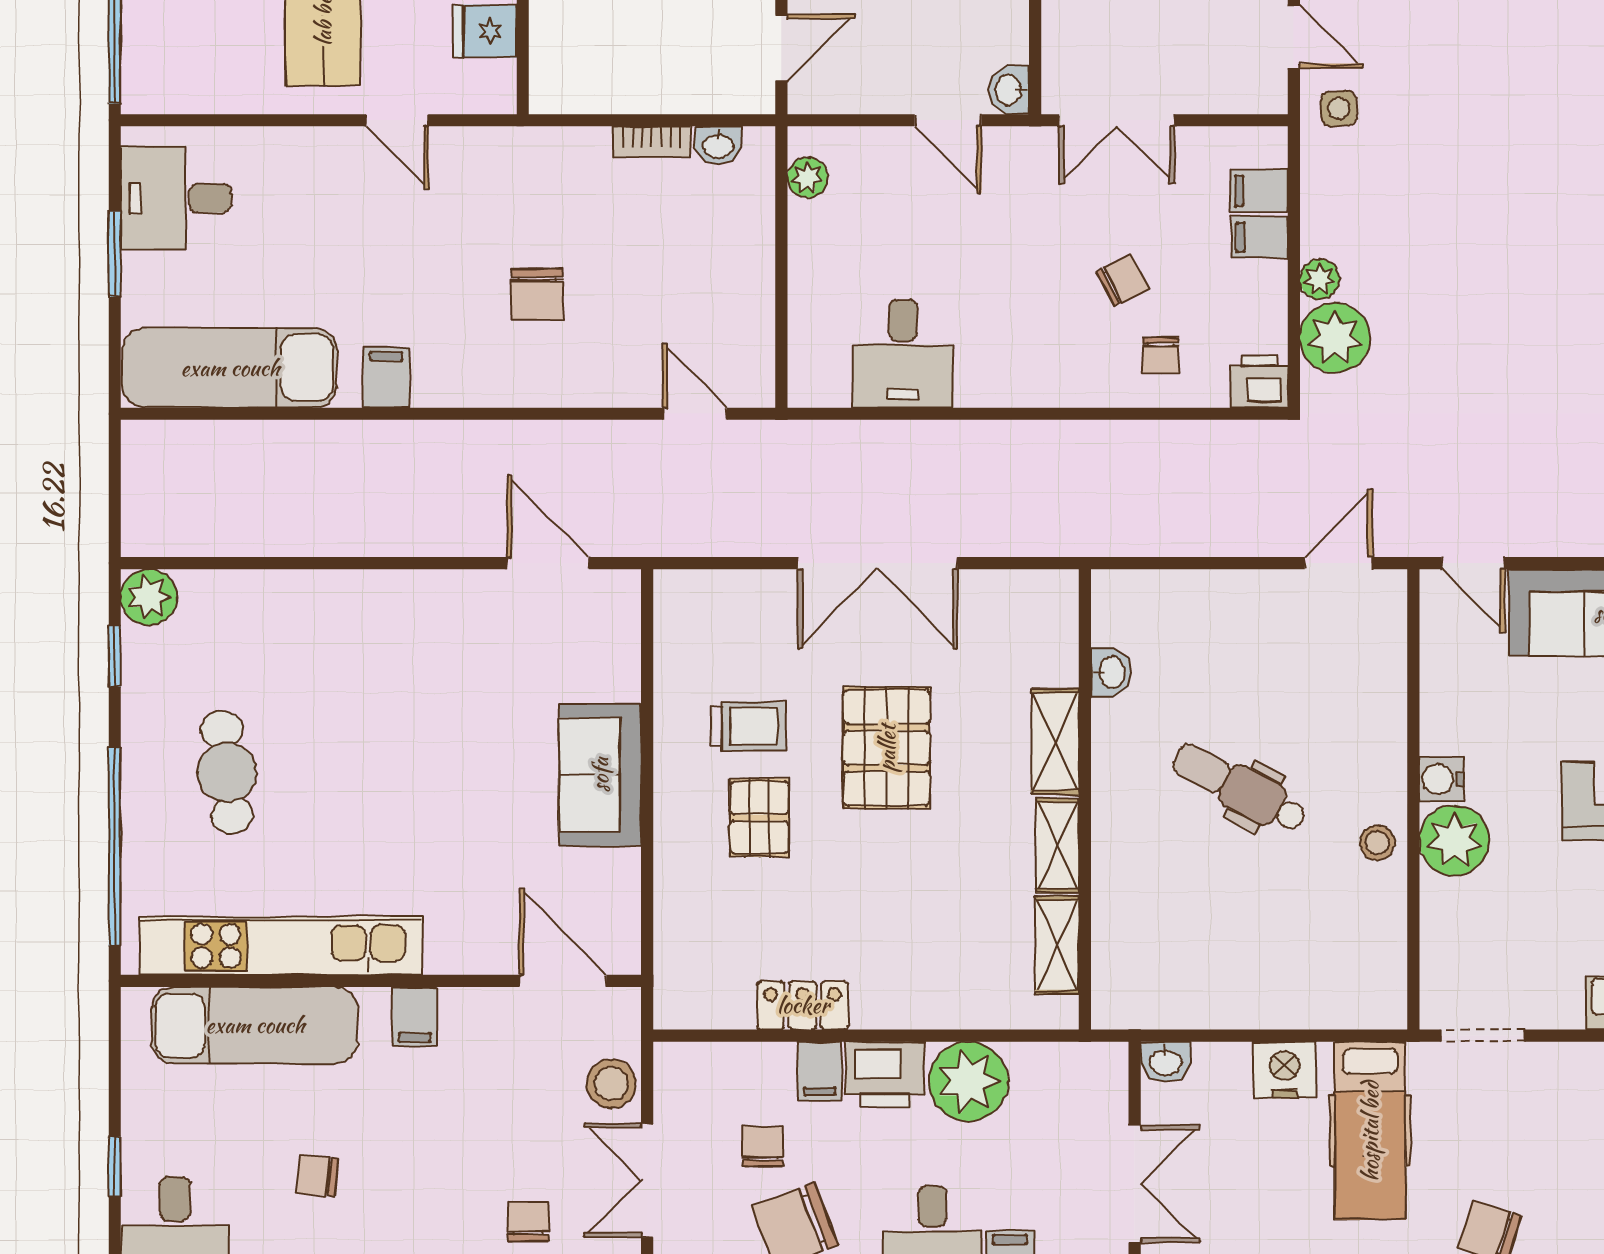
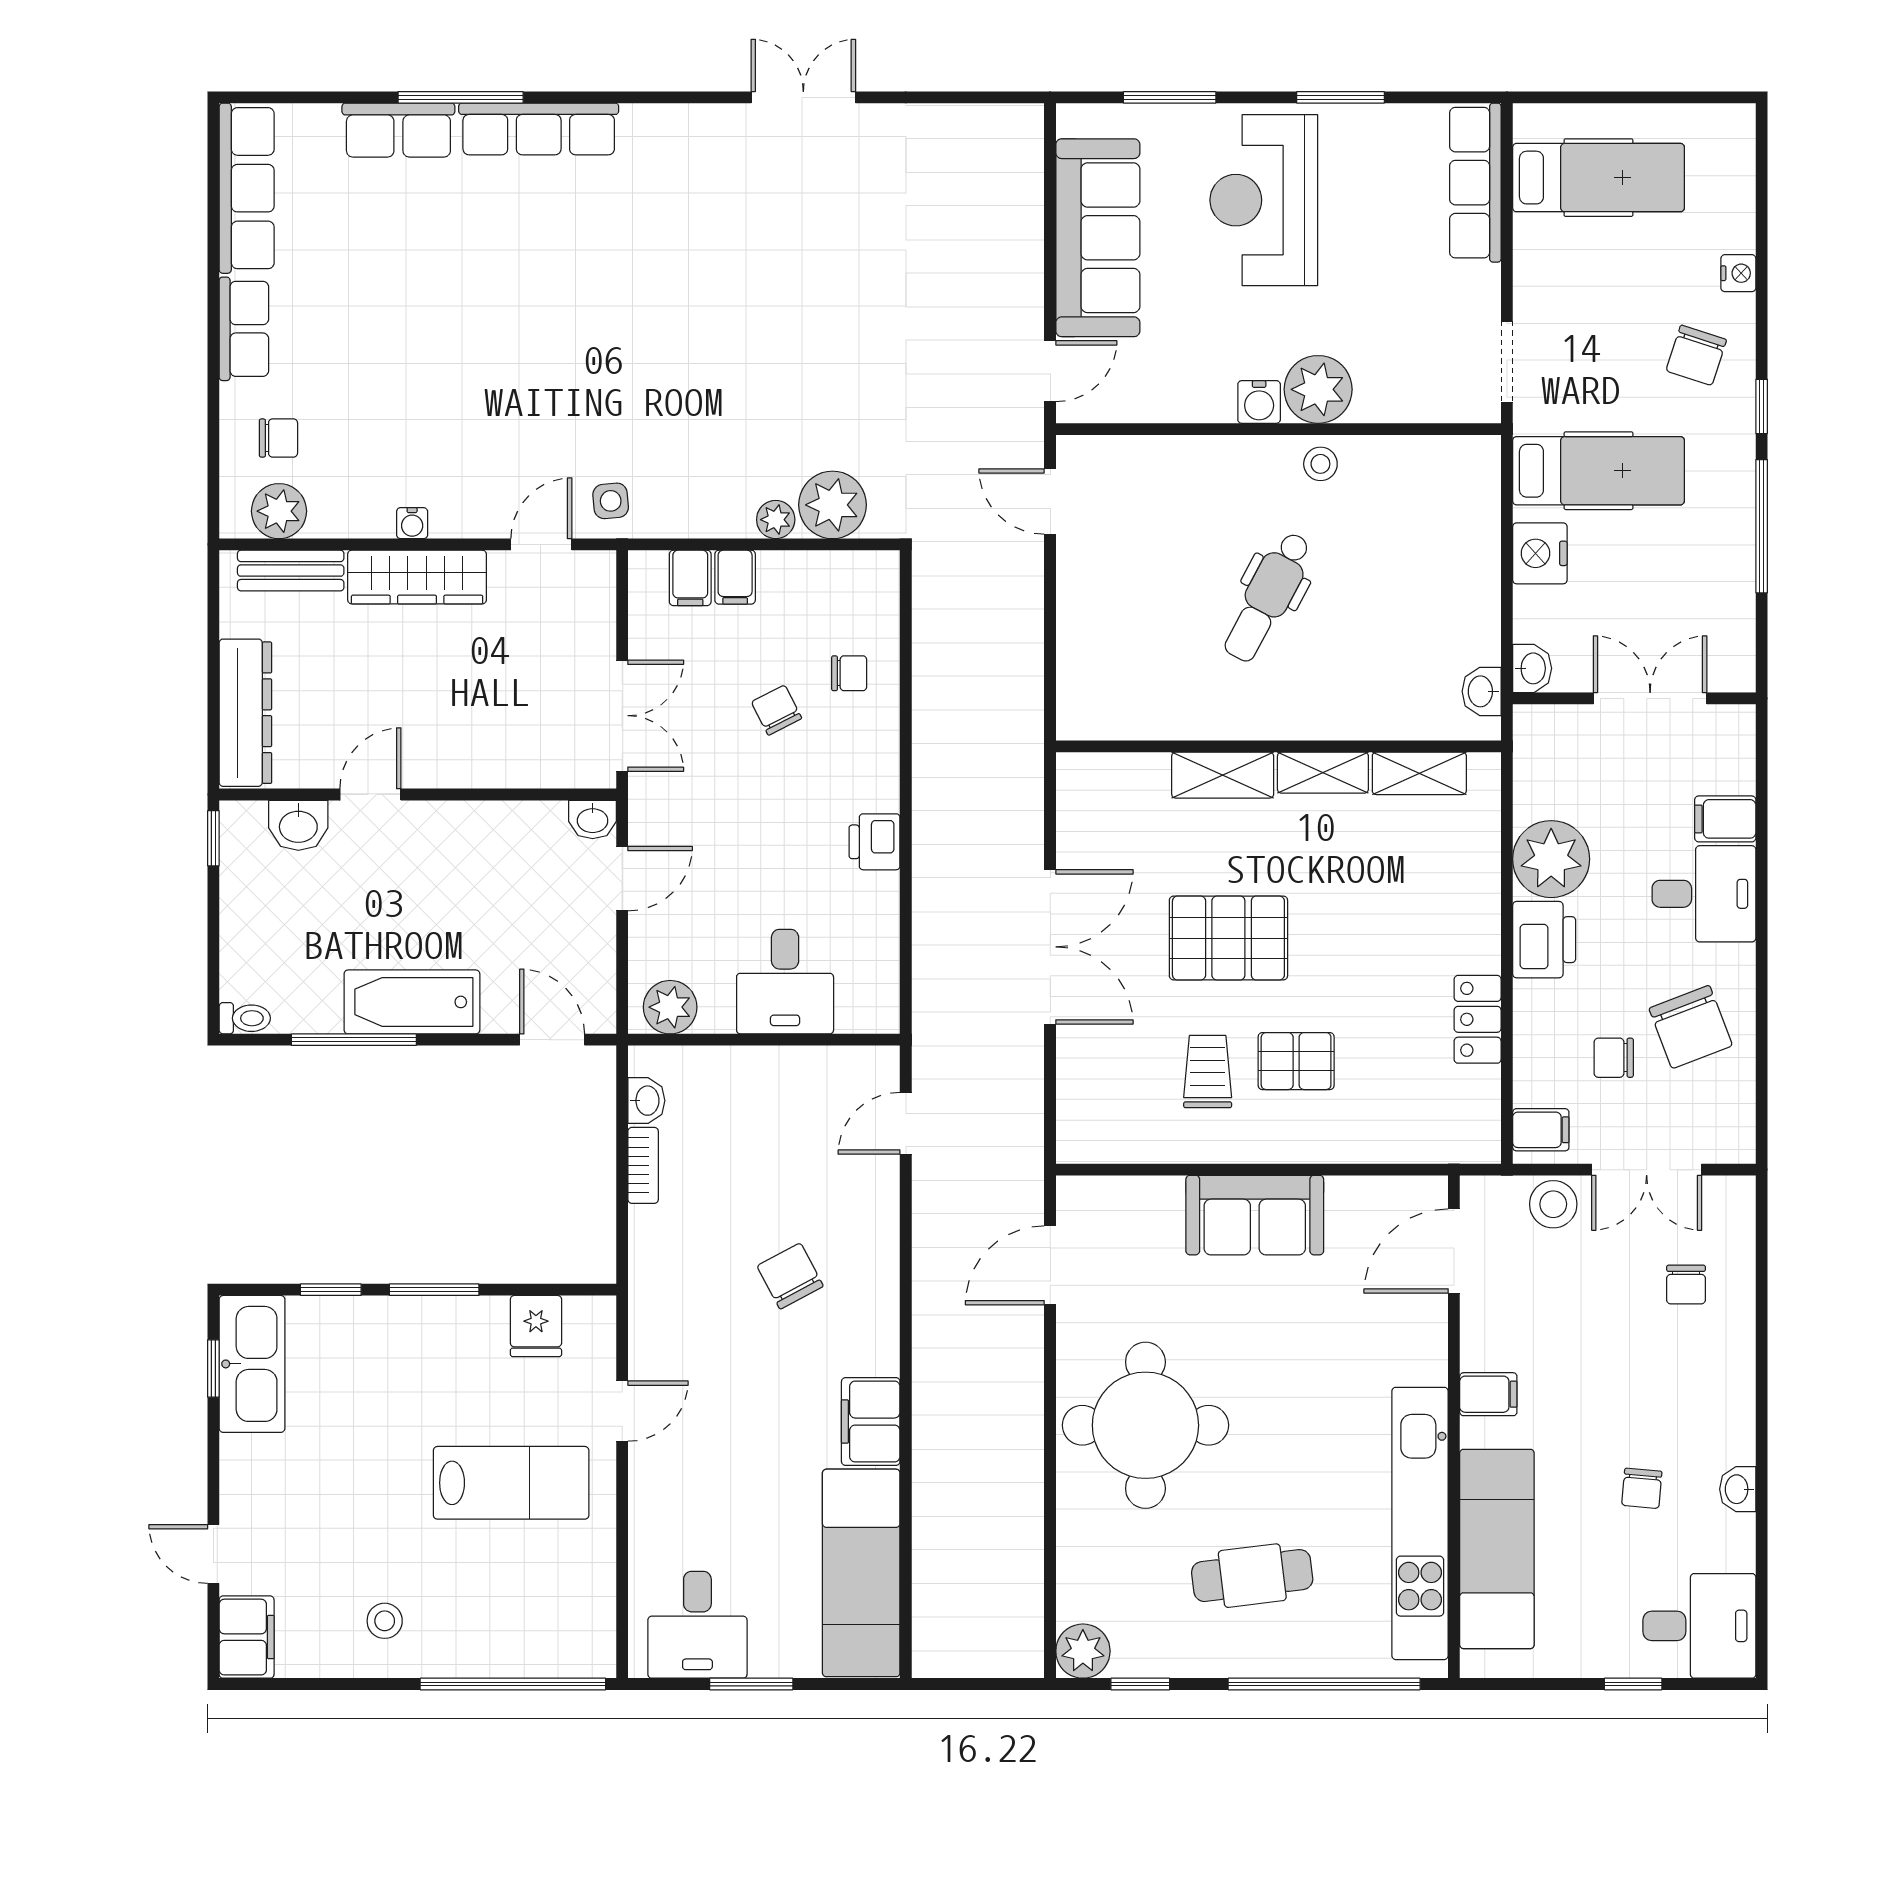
plant: (808, 178) -> (670, 1007), width x1.38, depth x1.38
chair: (537, 294) -> (790, 1276), turned -118
desk: (903, 354) -> (785, 982), moved, turned 90
filing cabinet: (386, 378) -> (871, 1422), width x2.00
printer: (1259, 381) -> (875, 842), moved
round table: (382, 662) -> (1145, 1425), added
washbasin: (1111, 672) -> (1482, 691), moved, turned -90
filing cabinet: (820, 1071) -> (1541, 1130), moved
chair: (528, 1221) -> (1686, 1284), turned -90

